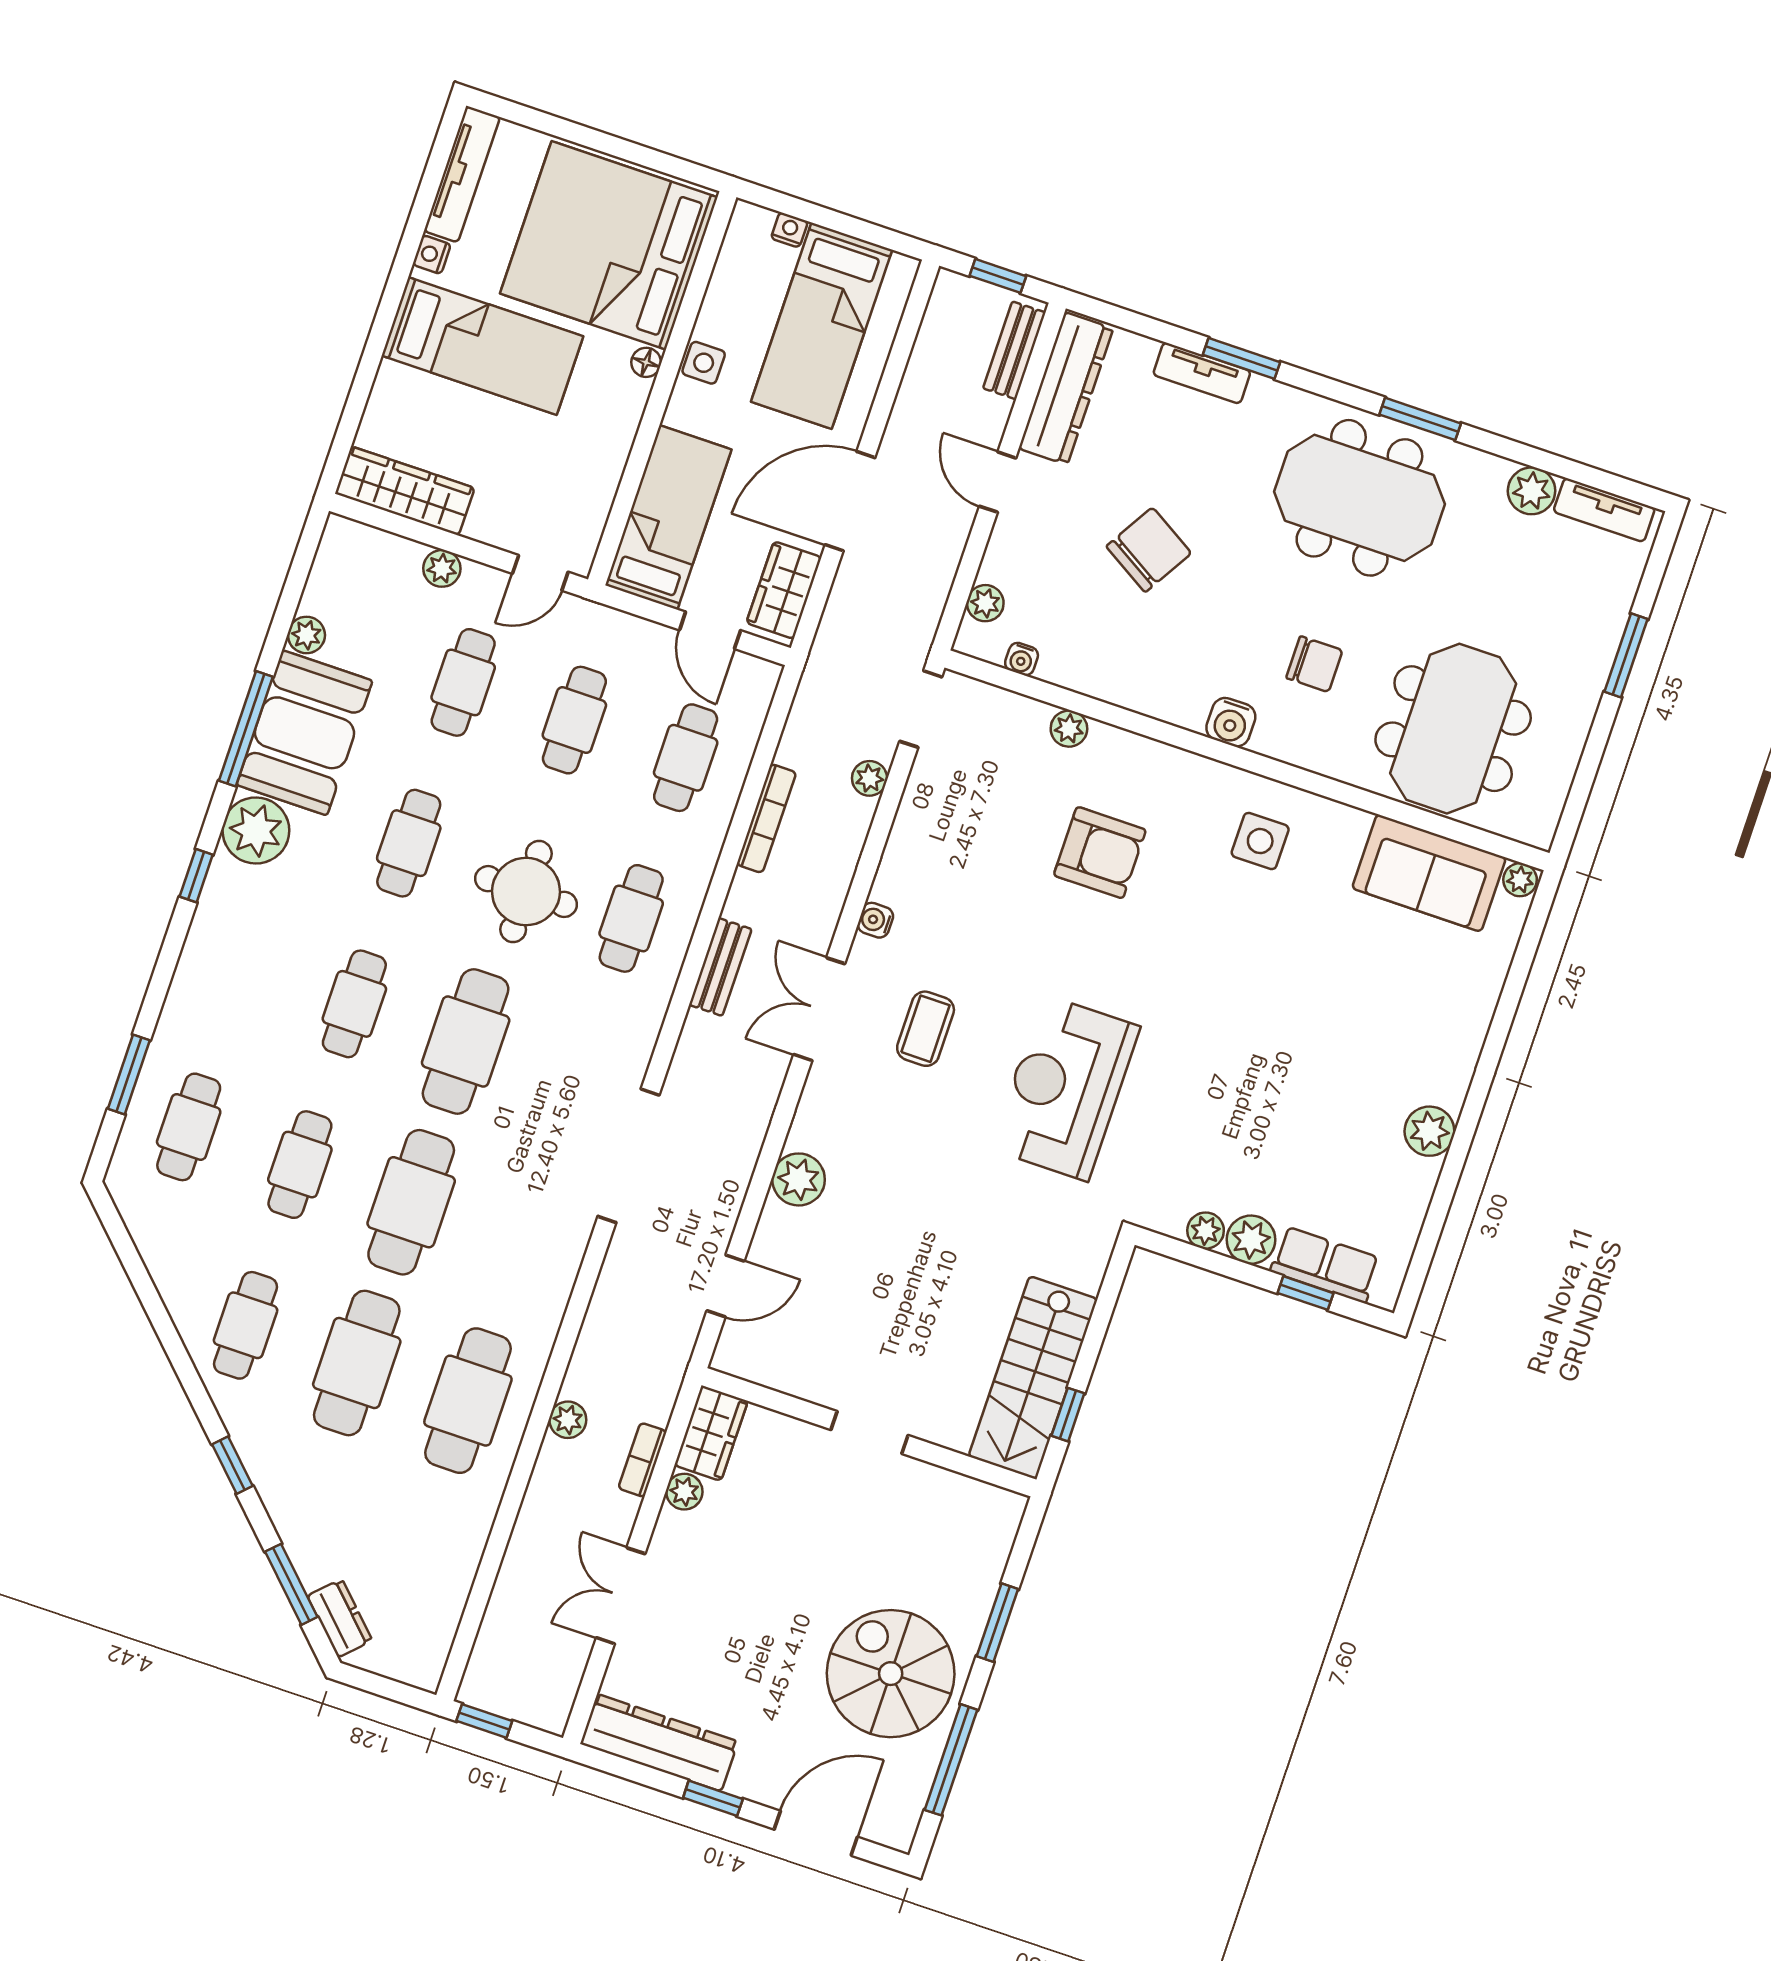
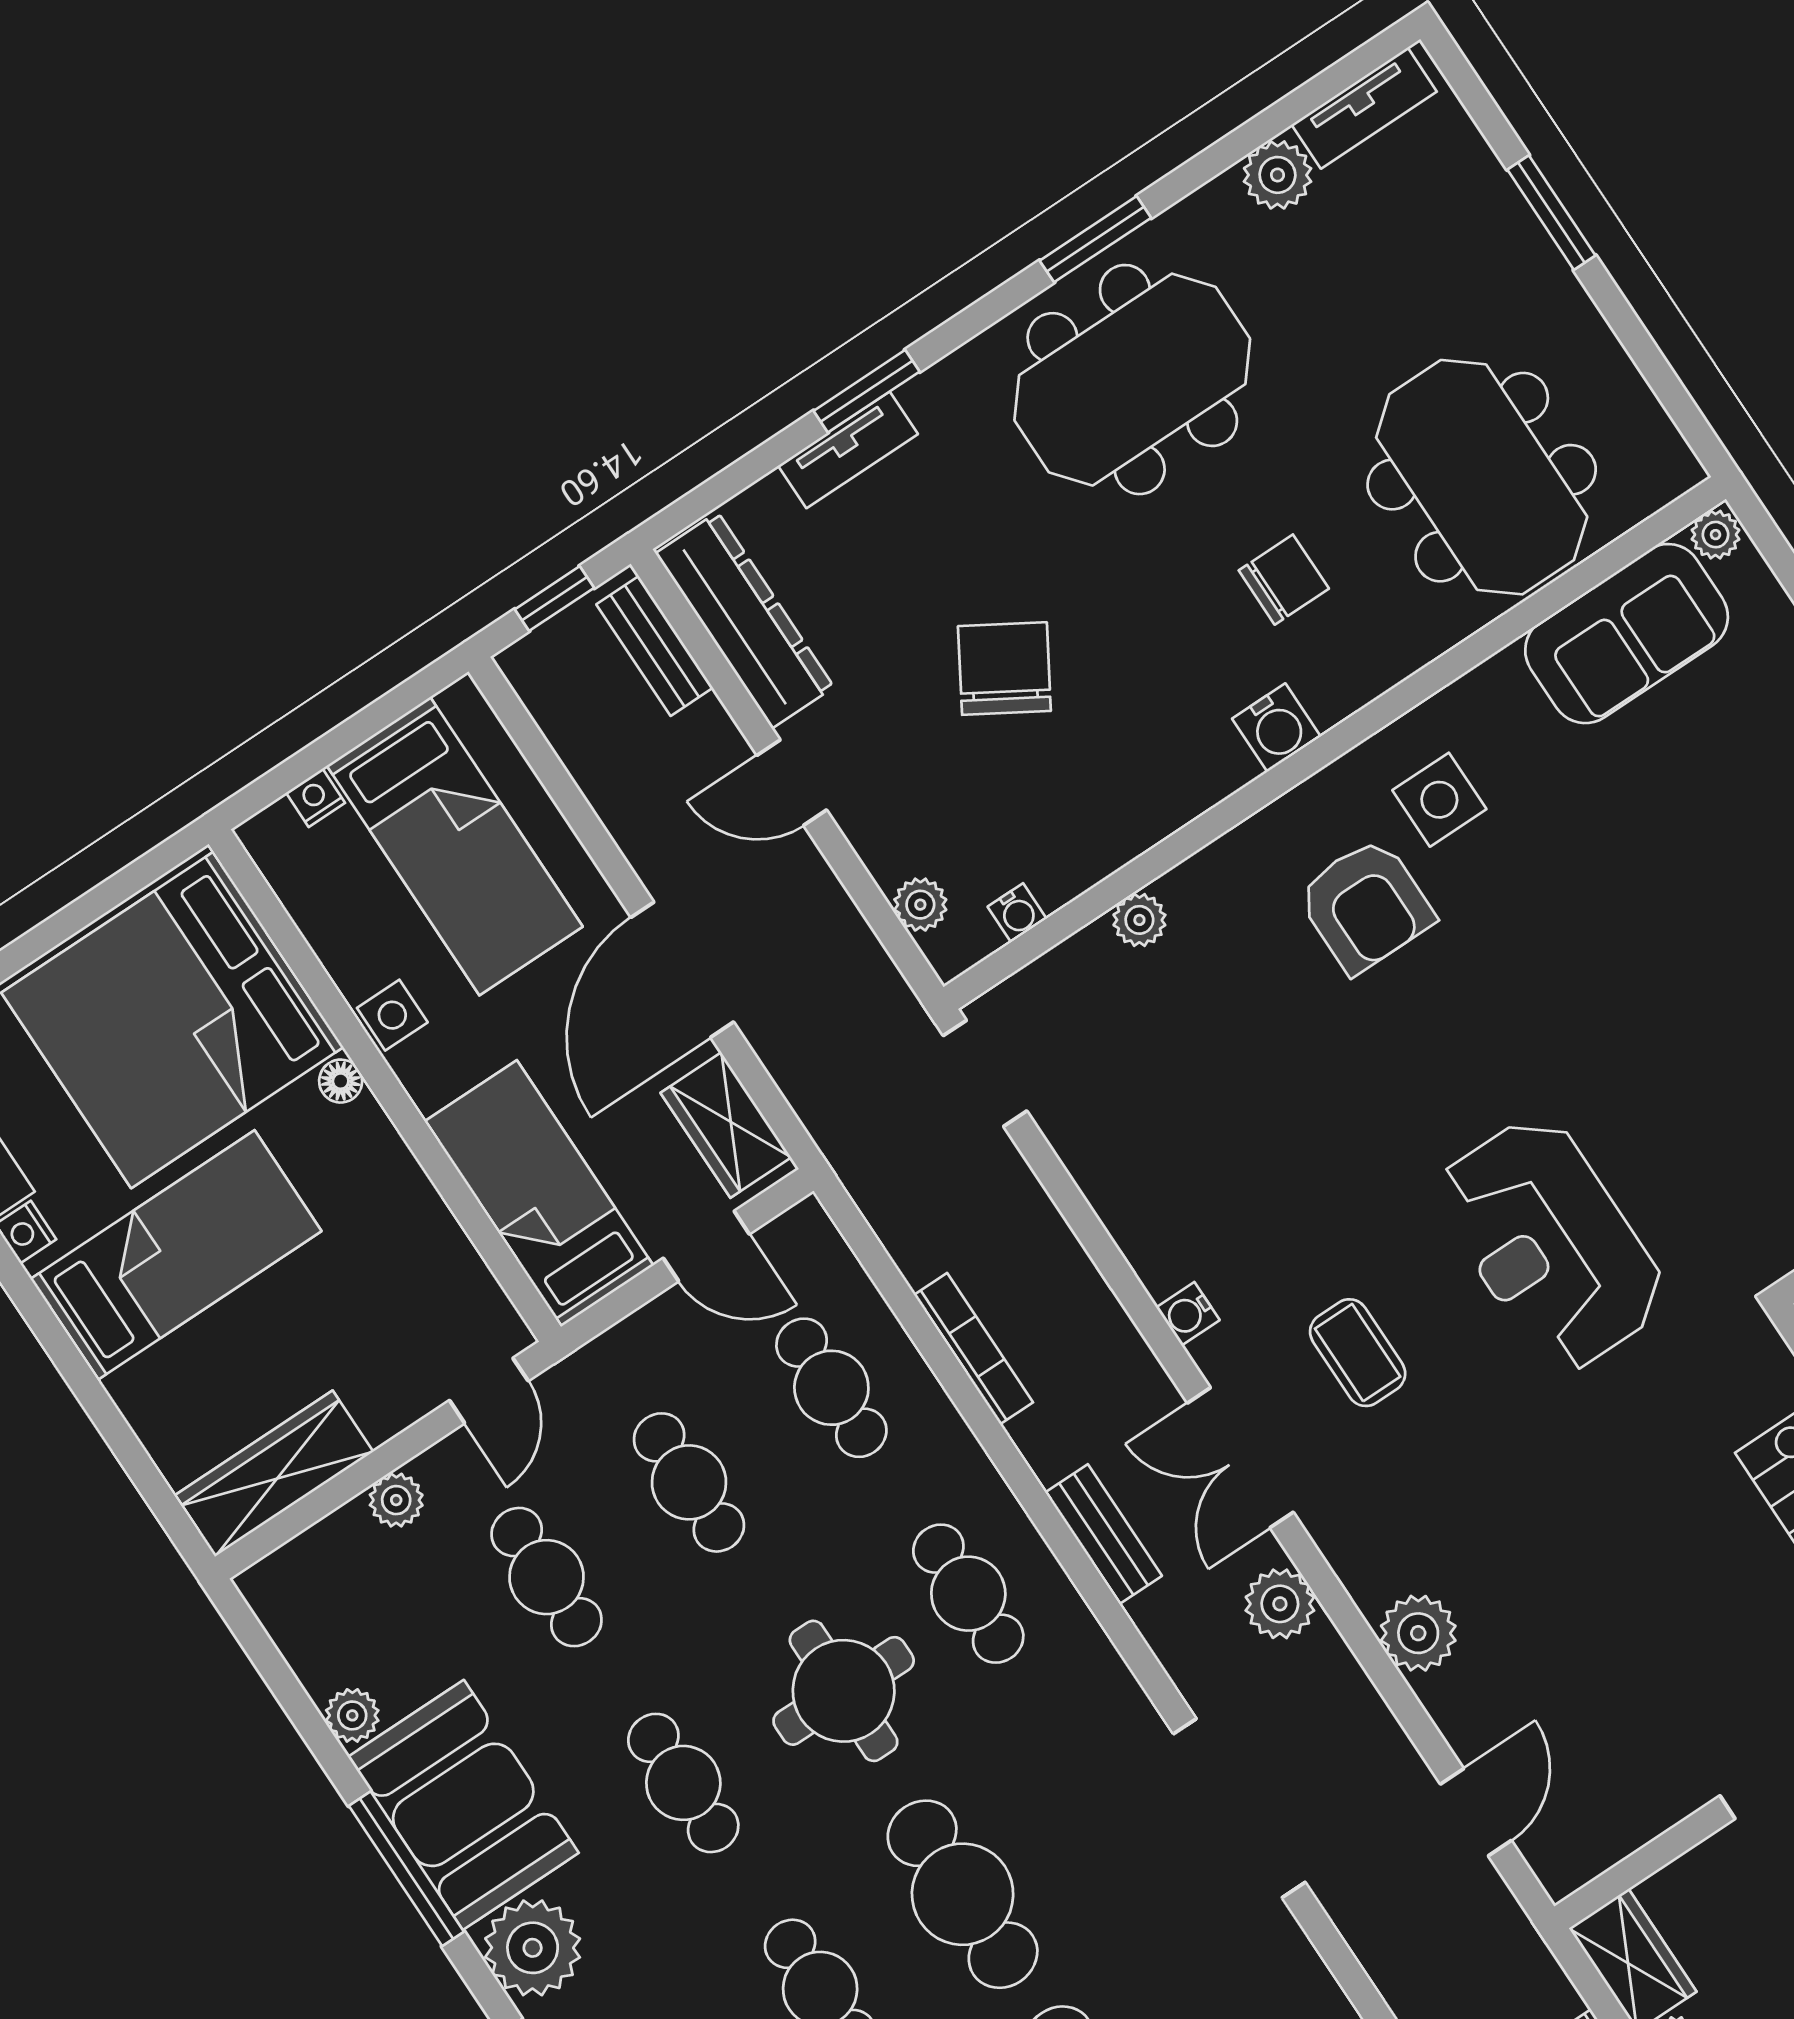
plant: (870, 778) -> (1280, 1604), moved, width x1.38, depth x1.38
armchair: (1100, 853) -> (1366, 905), moved, turned 90

